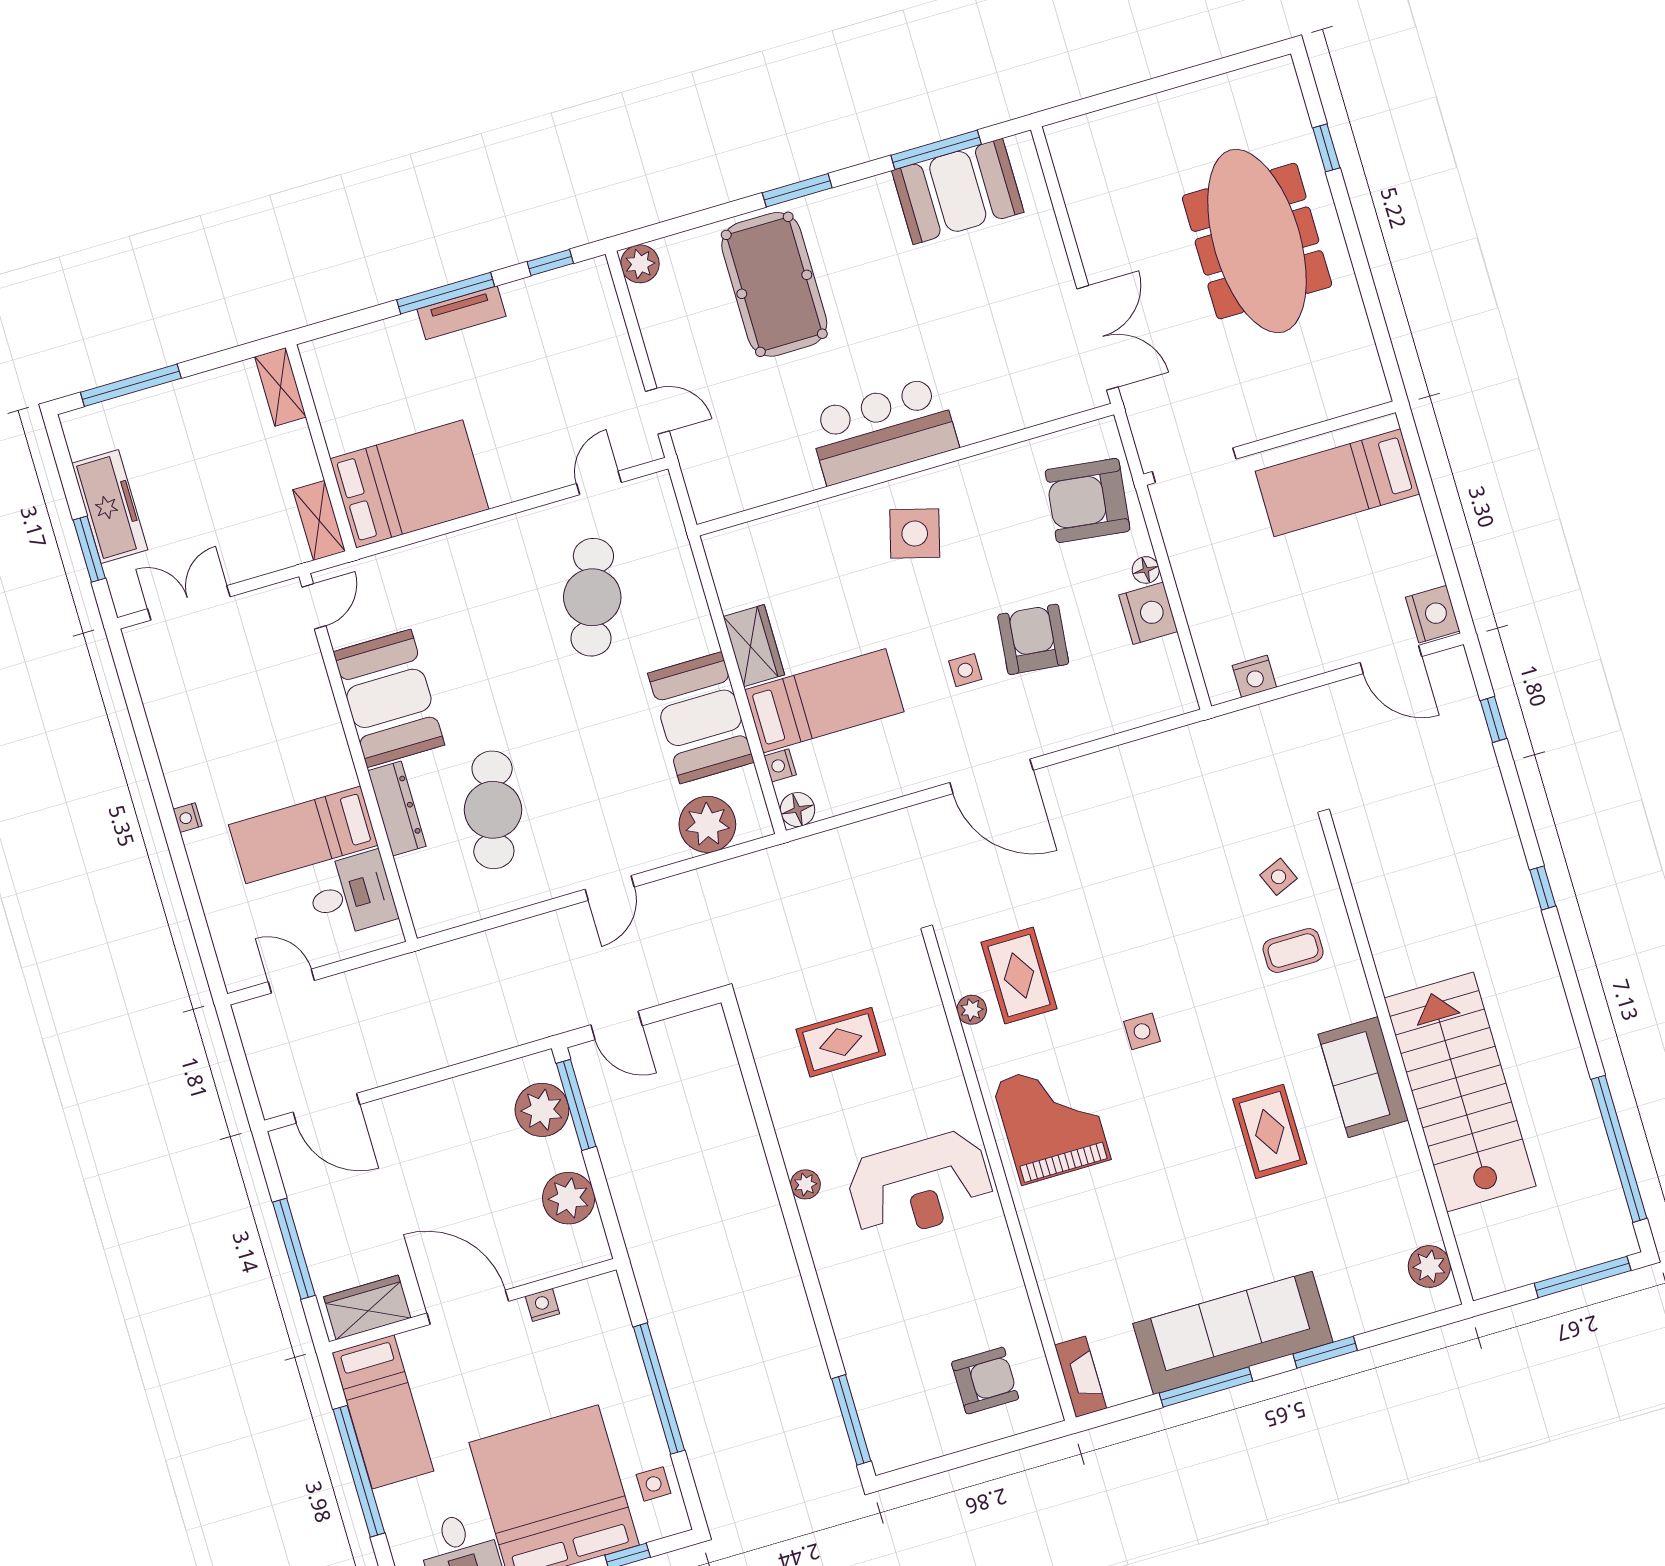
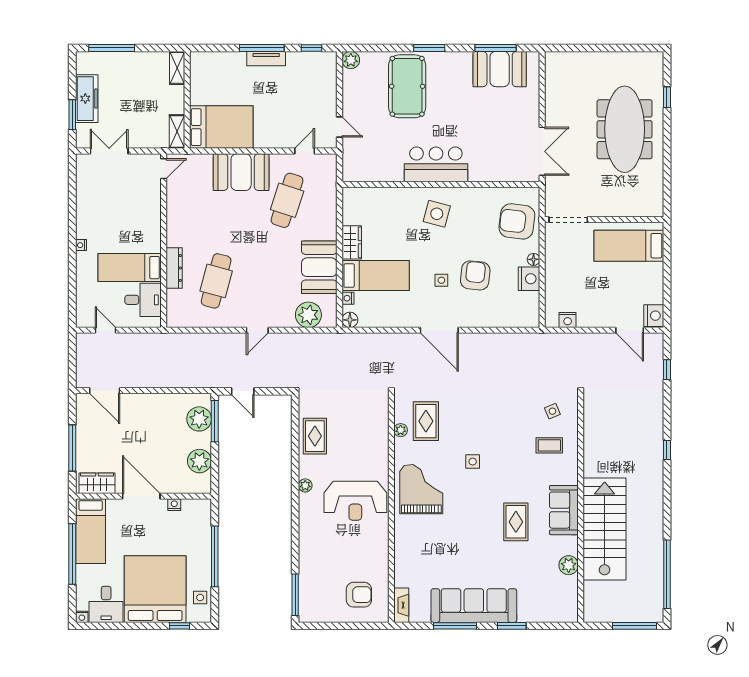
booth: (389, 698) -> (241, 172), moved, turned 90
rug: (841, 1042) -> (315, 436), moved, turned 90
plant: (1429, 1266) -> (569, 565), moved

